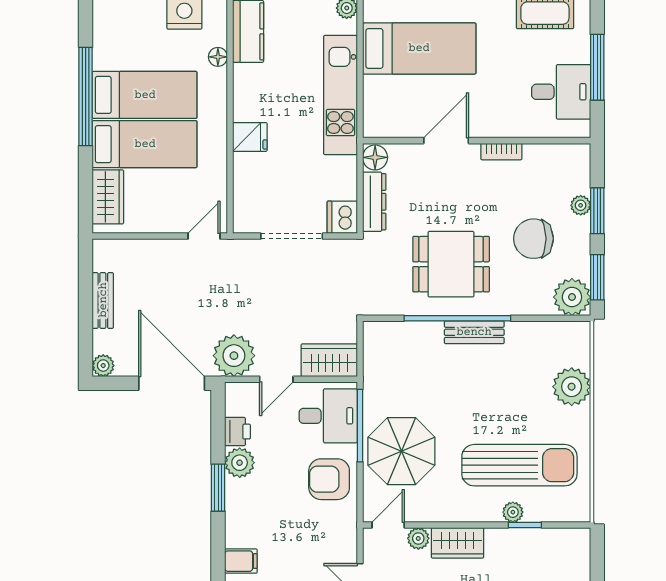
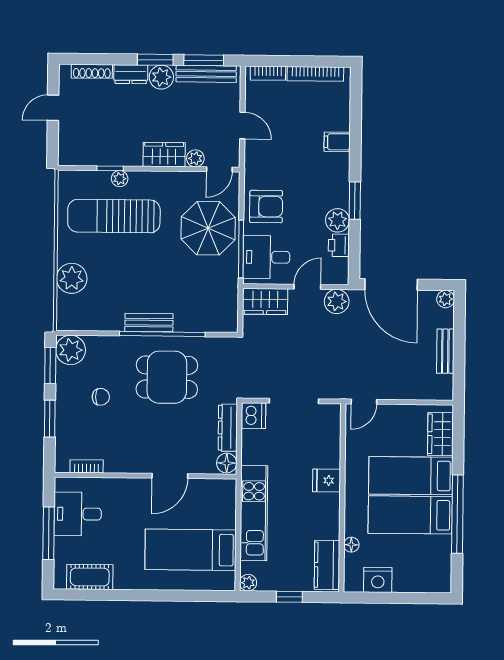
bookcase: (501, 152) -> (87, 466), moved
plant: (581, 205) -> (63, 423), removed
chair: (533, 239) -> (101, 397), width x0.54, depth x0.54
plant: (234, 356) -> (337, 301), width x0.73, depth x0.73

